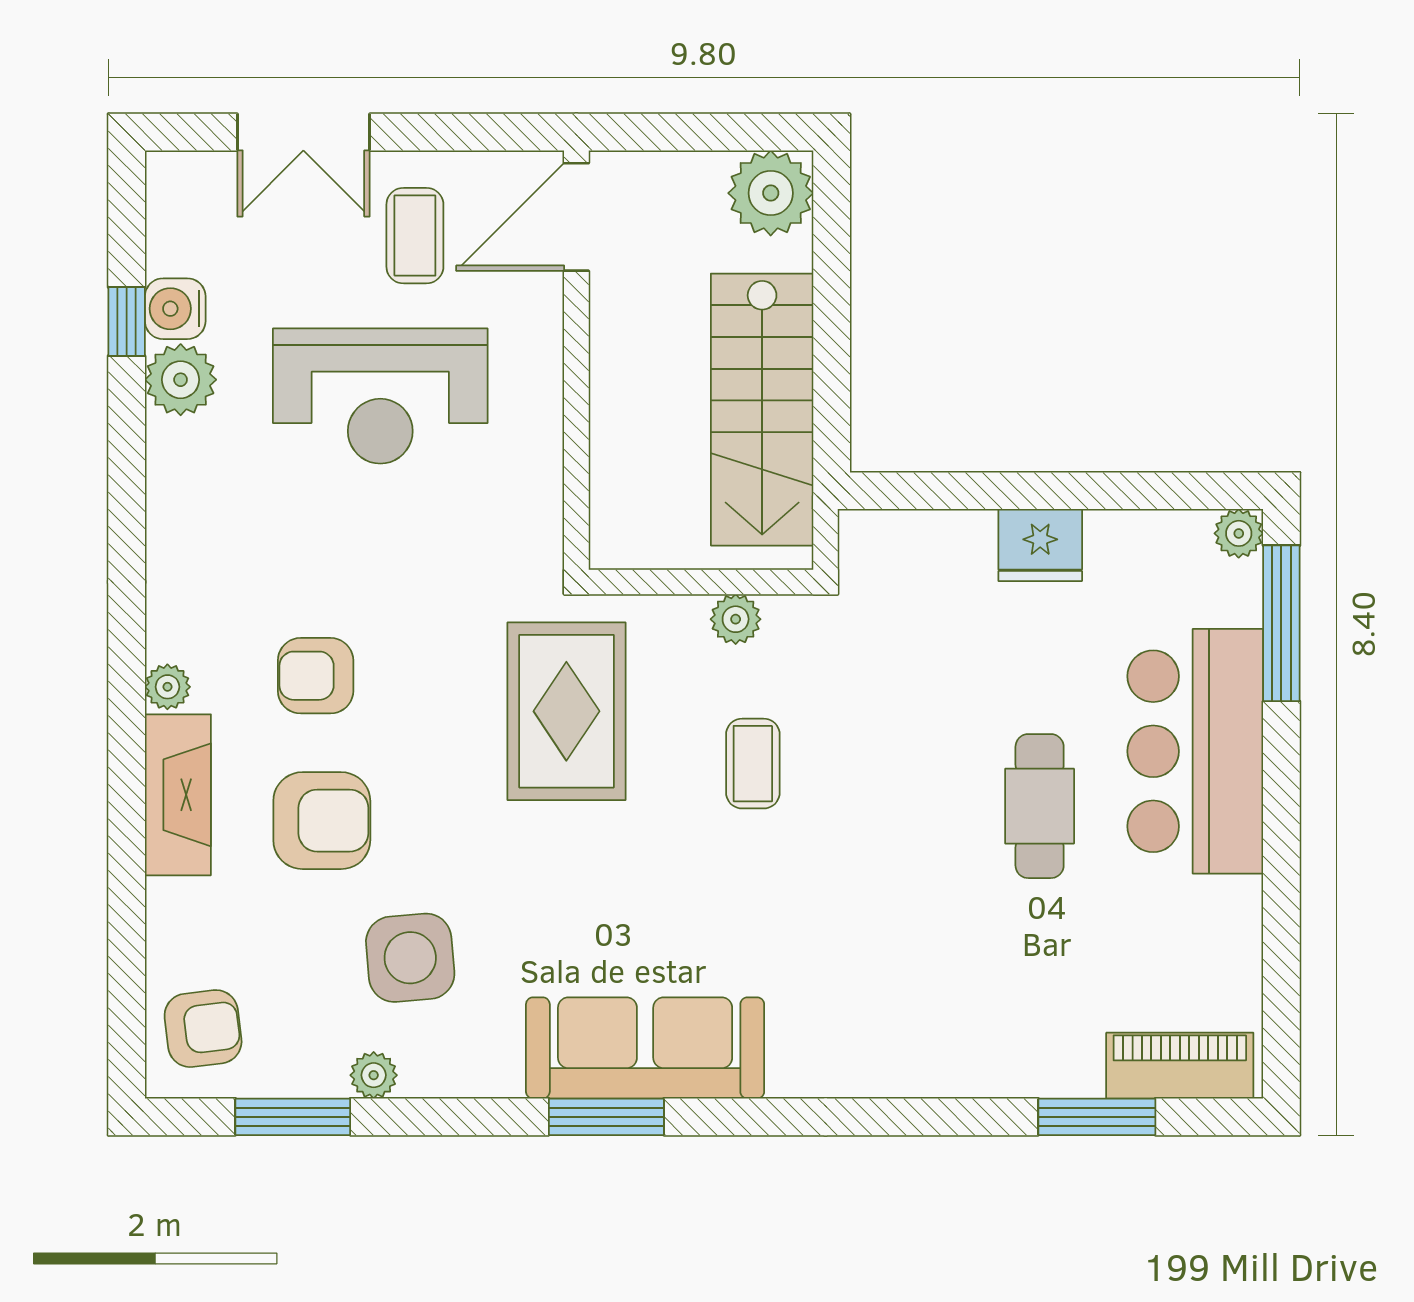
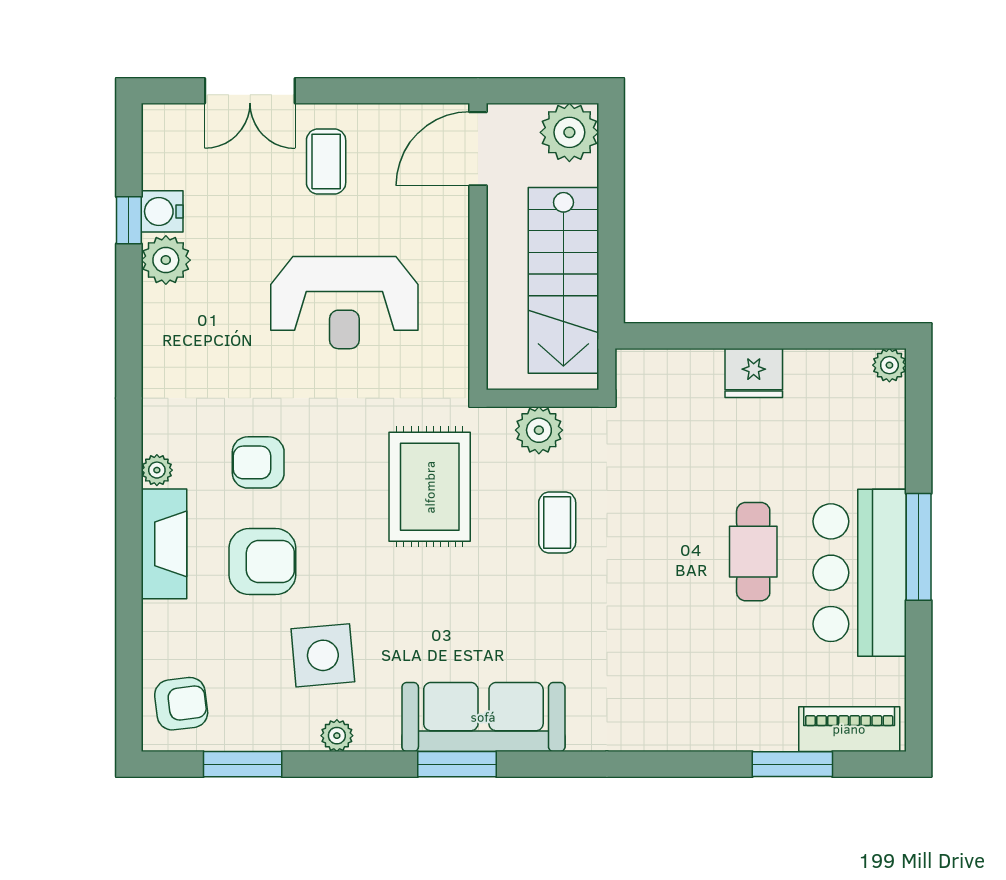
door: (576, 217) -> (478, 149), moved
wall: (576, 360) -> (478, 247), moved
reception desk: (380, 396) -> (344, 303), moved
plant: (736, 619) -> (539, 430), width x1.38, depth x1.38
window: (1281, 623) -> (919, 547), moved
bar counter: (1195, 751) -> (860, 573), moved
plant: (374, 1075) -> (337, 736), moved

